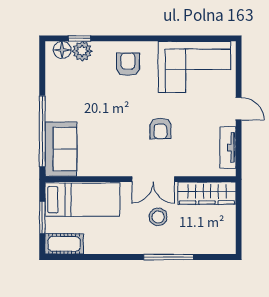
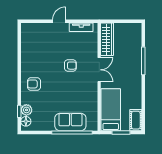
corner sofa: (194, 67) -> (35, 46), removed
sofa: (61, 149) -> (70, 122), moved
stool: (158, 217) -> (120, 67), removed

